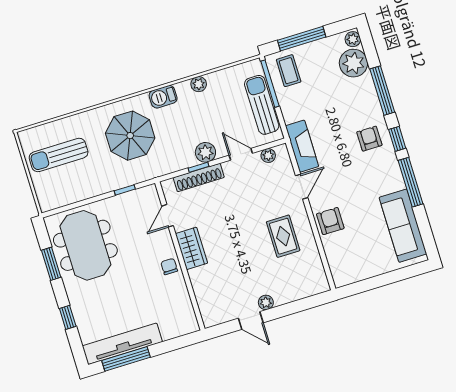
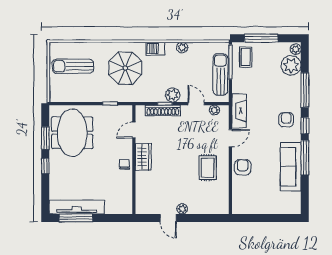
sofa: (403, 226) -> (291, 167), moved
window: (68, 317) -> (45, 166), moved

